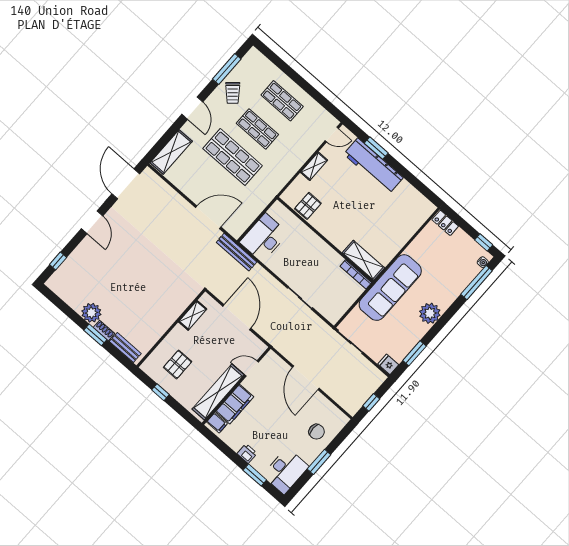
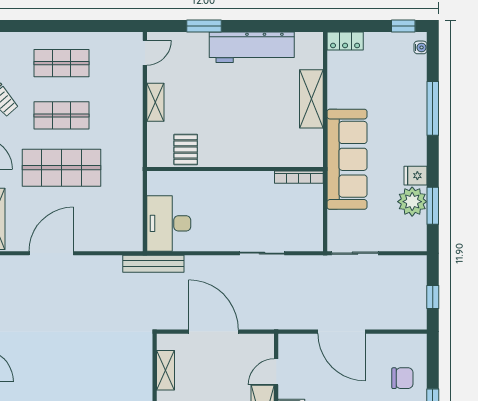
workbench: (373, 166) -> (252, 47), moved
door: (208, 217) -> (51, 253), moved
shelving: (363, 260) -> (311, 99), moved, turned 90
window: (477, 283) -> (433, 108), moved
plant: (430, 313) -> (412, 202), moved
fridge: (388, 364) -> (416, 176), moved

